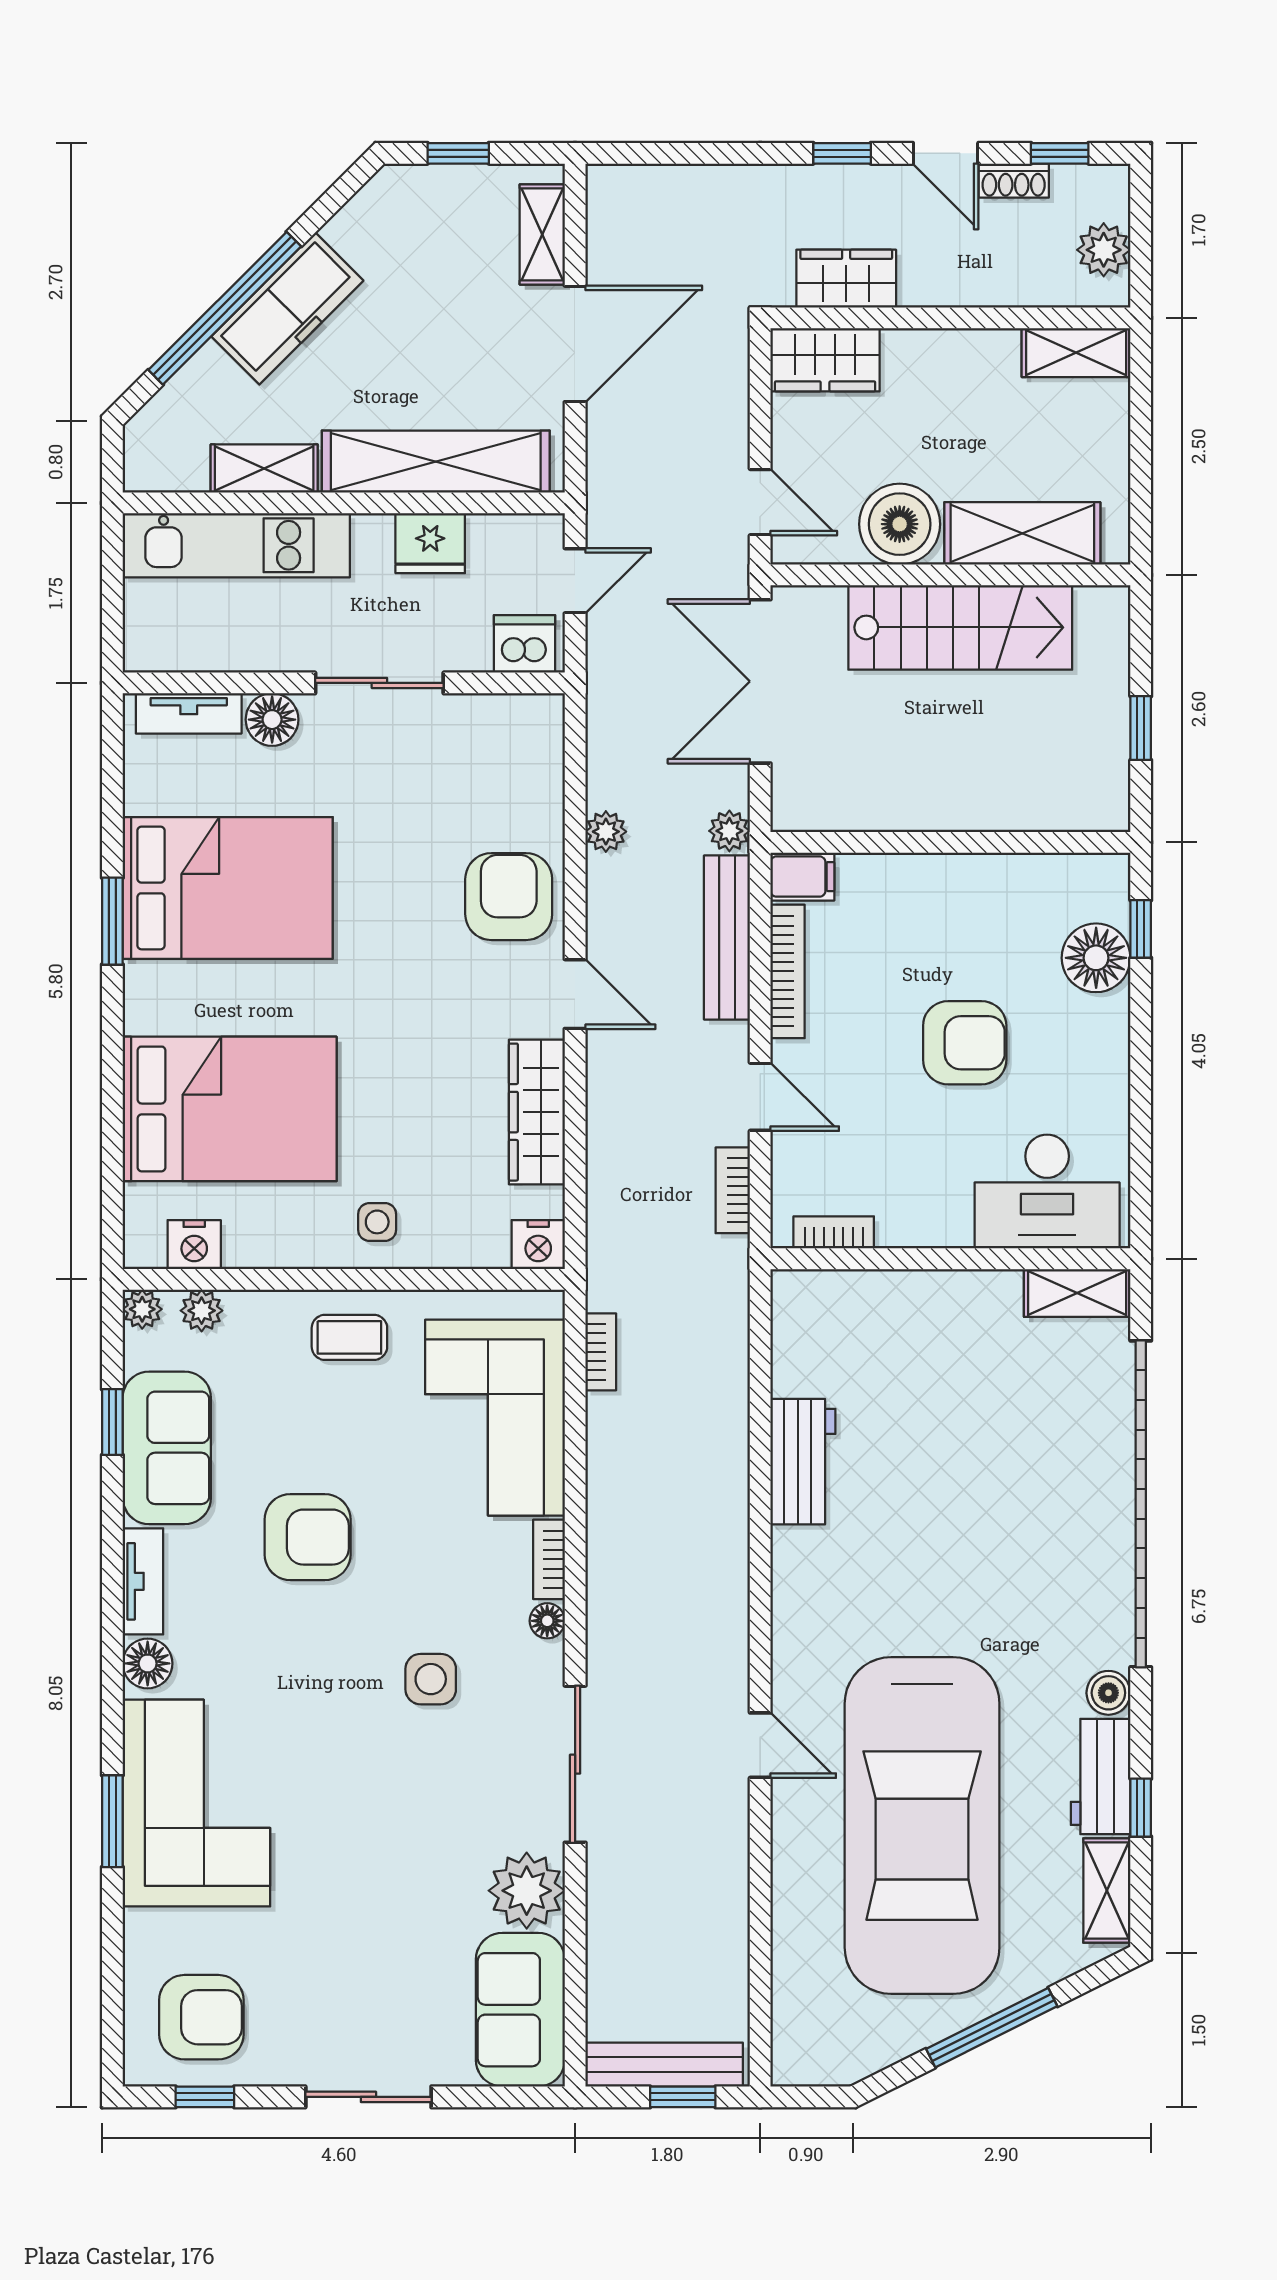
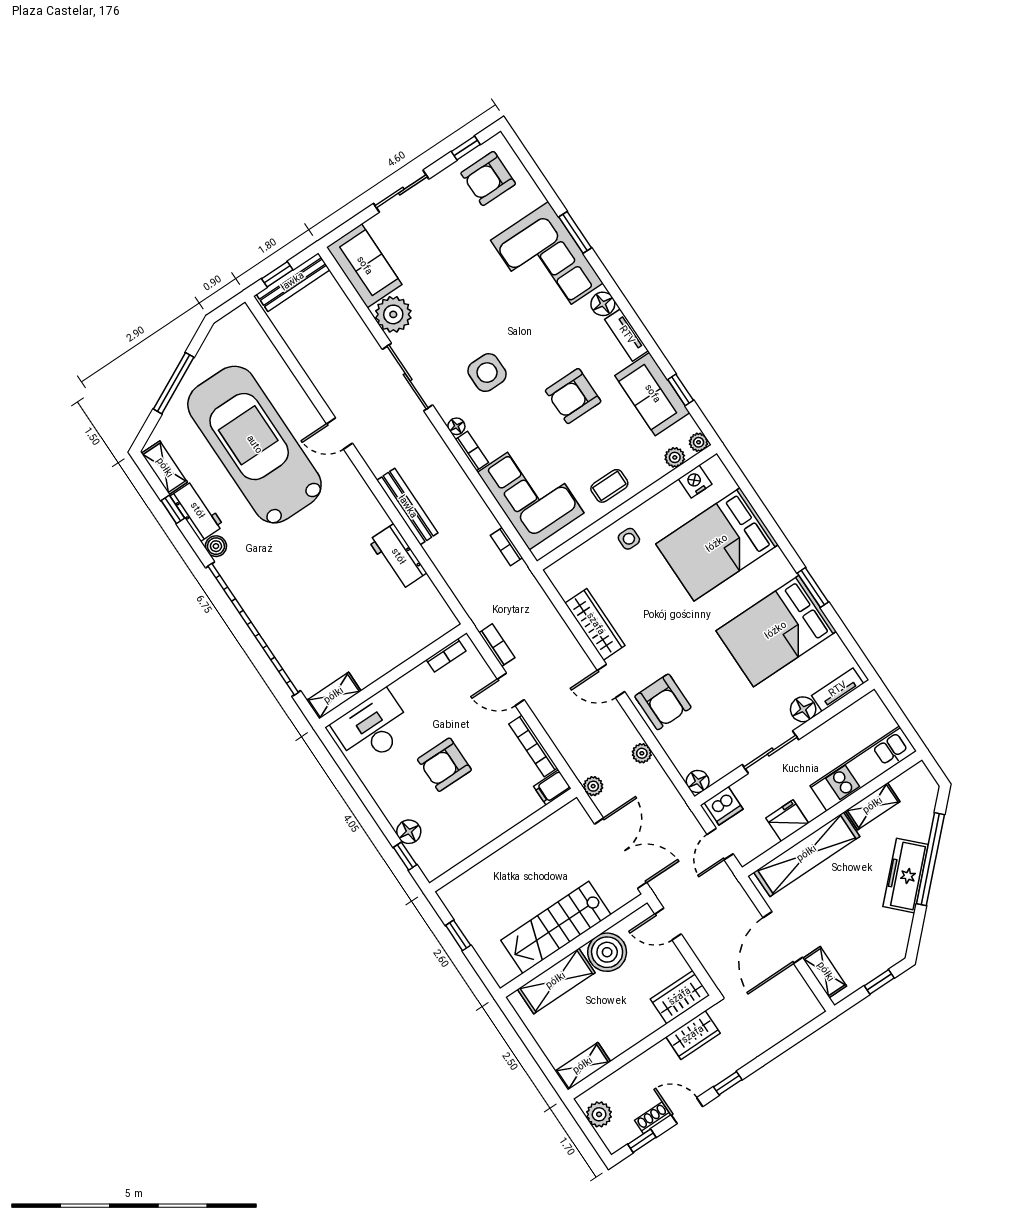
floor lamp: (541, 717) -> (698, 781), added
bench: (727, 938) -> (407, 507), moved
floor lamp: (1096, 958) -> (409, 832), width x0.73, depth x0.73
nightstand: (538, 1245) -> (559, 572), removed
side table: (431, 1679) -> (487, 373), width x1.37, depth x1.37

